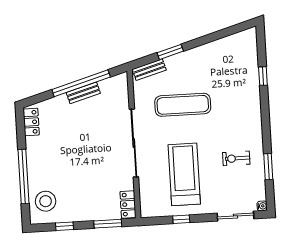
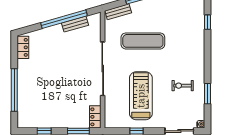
bench: (83, 93) -> (75, 24), moved
stool: (46, 201) -> (30, 110), removed

